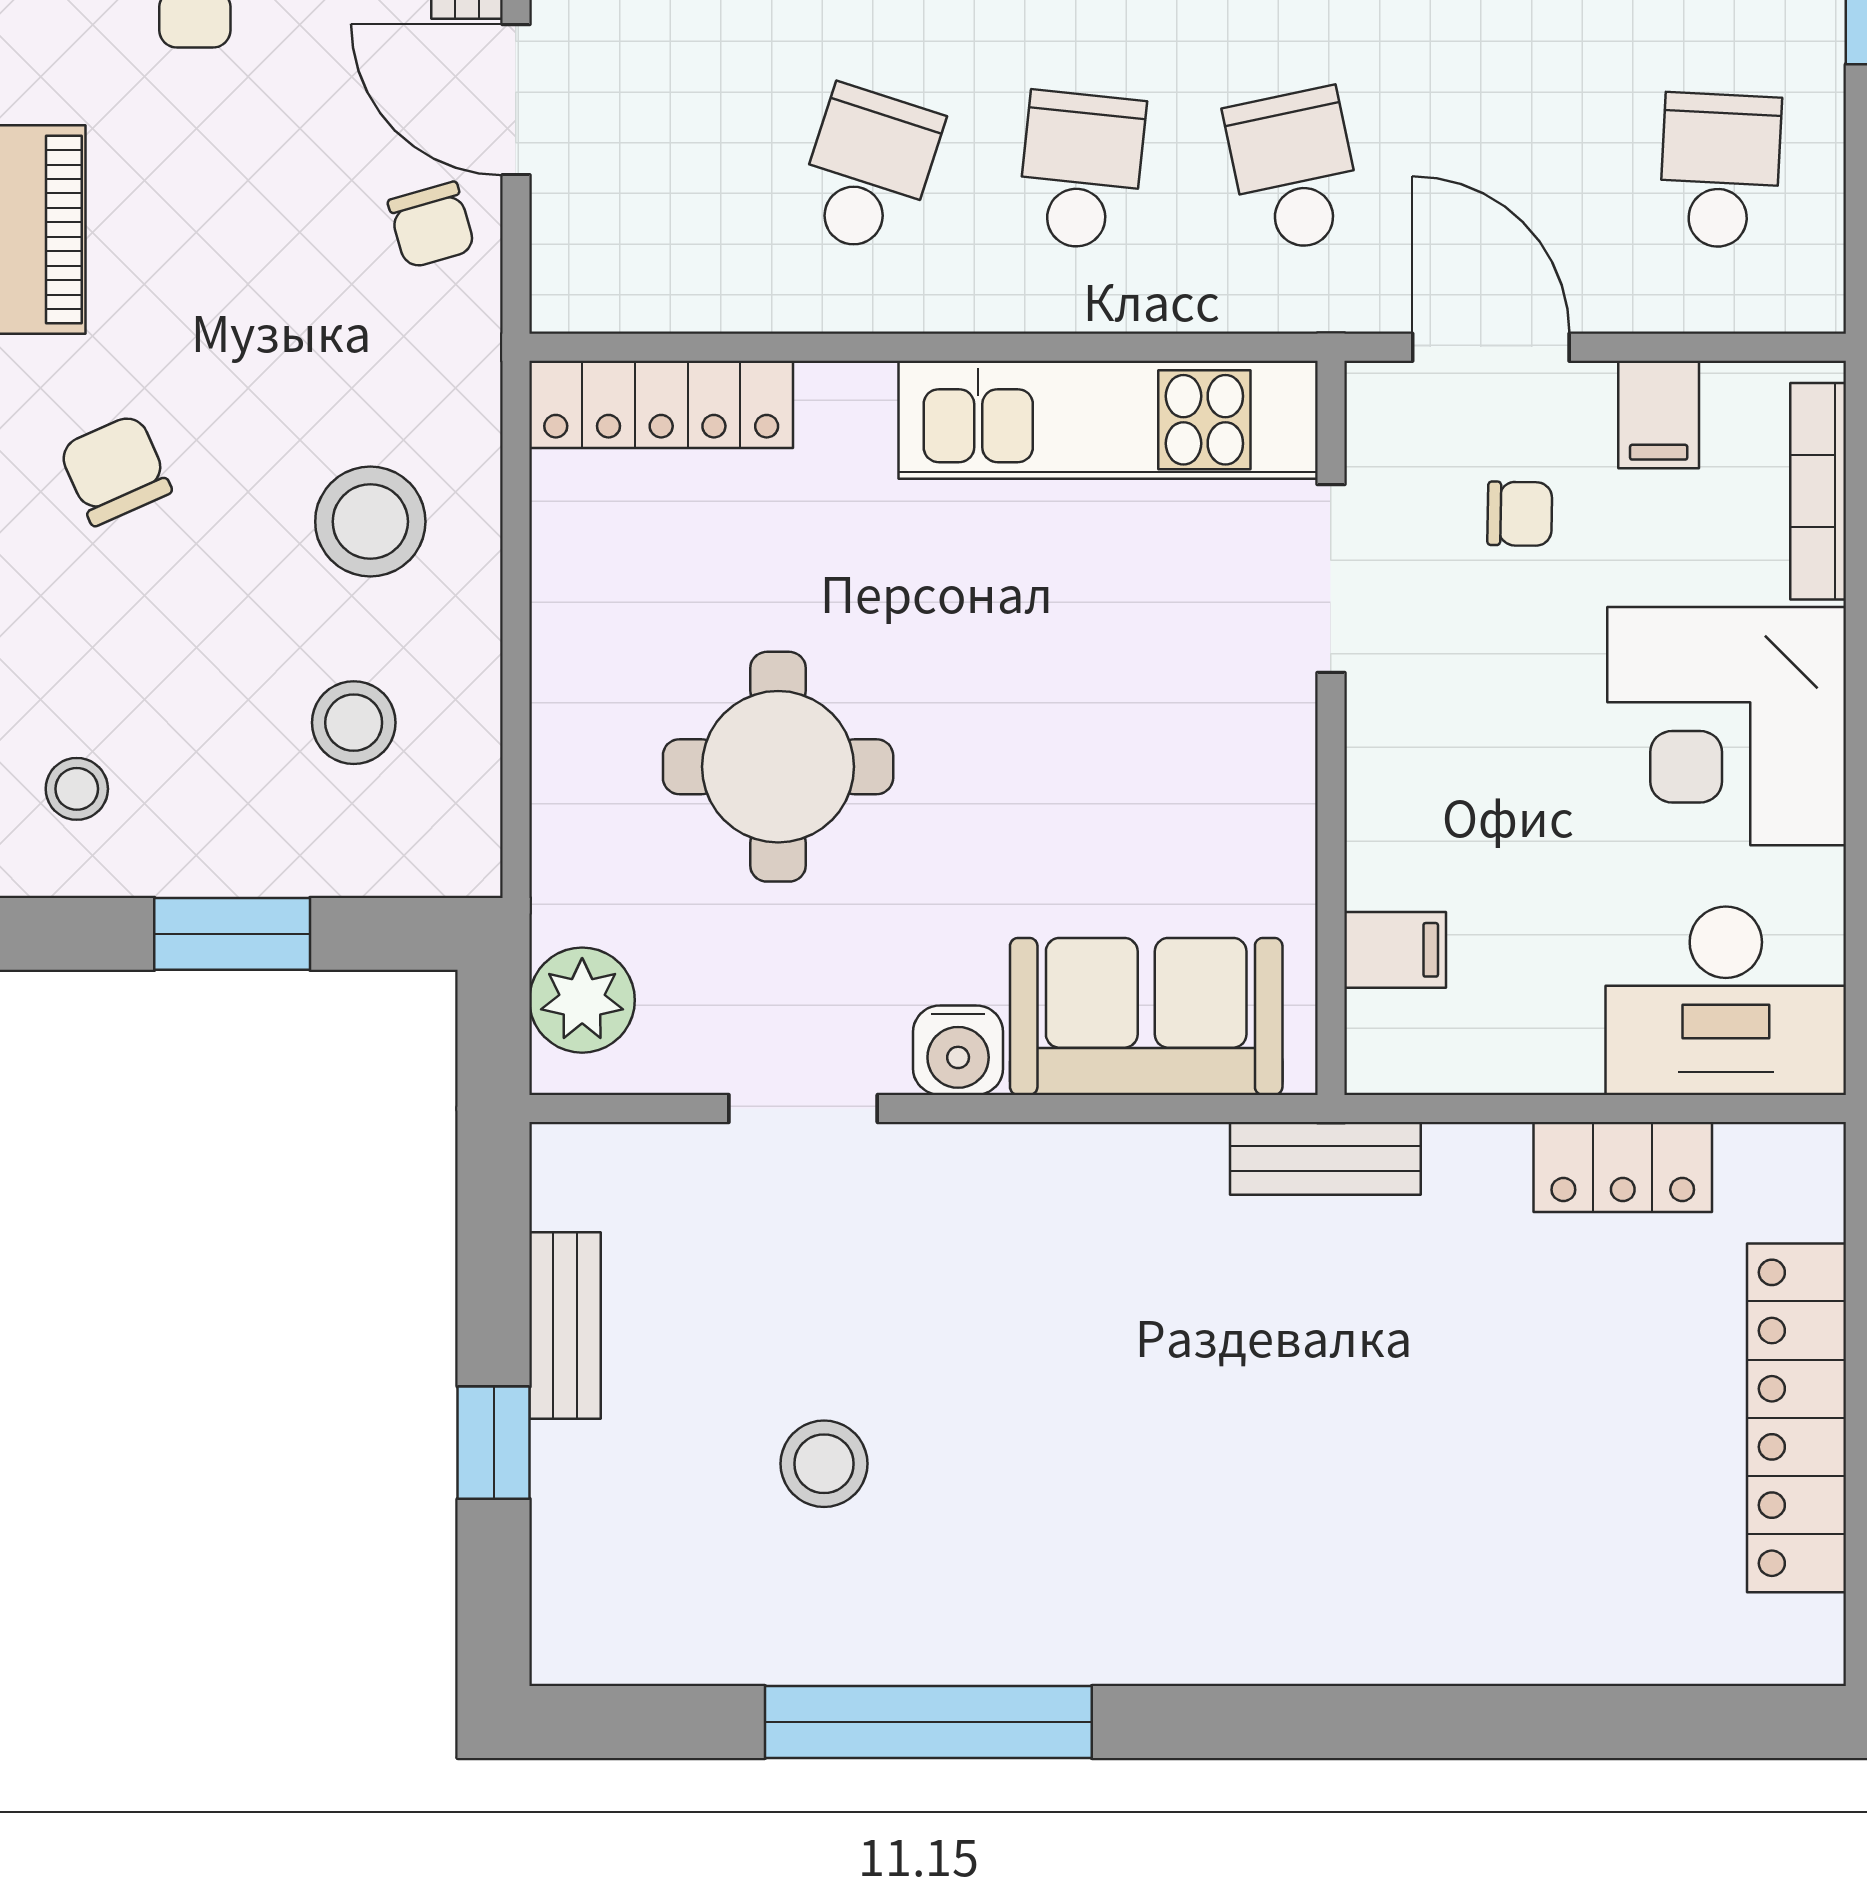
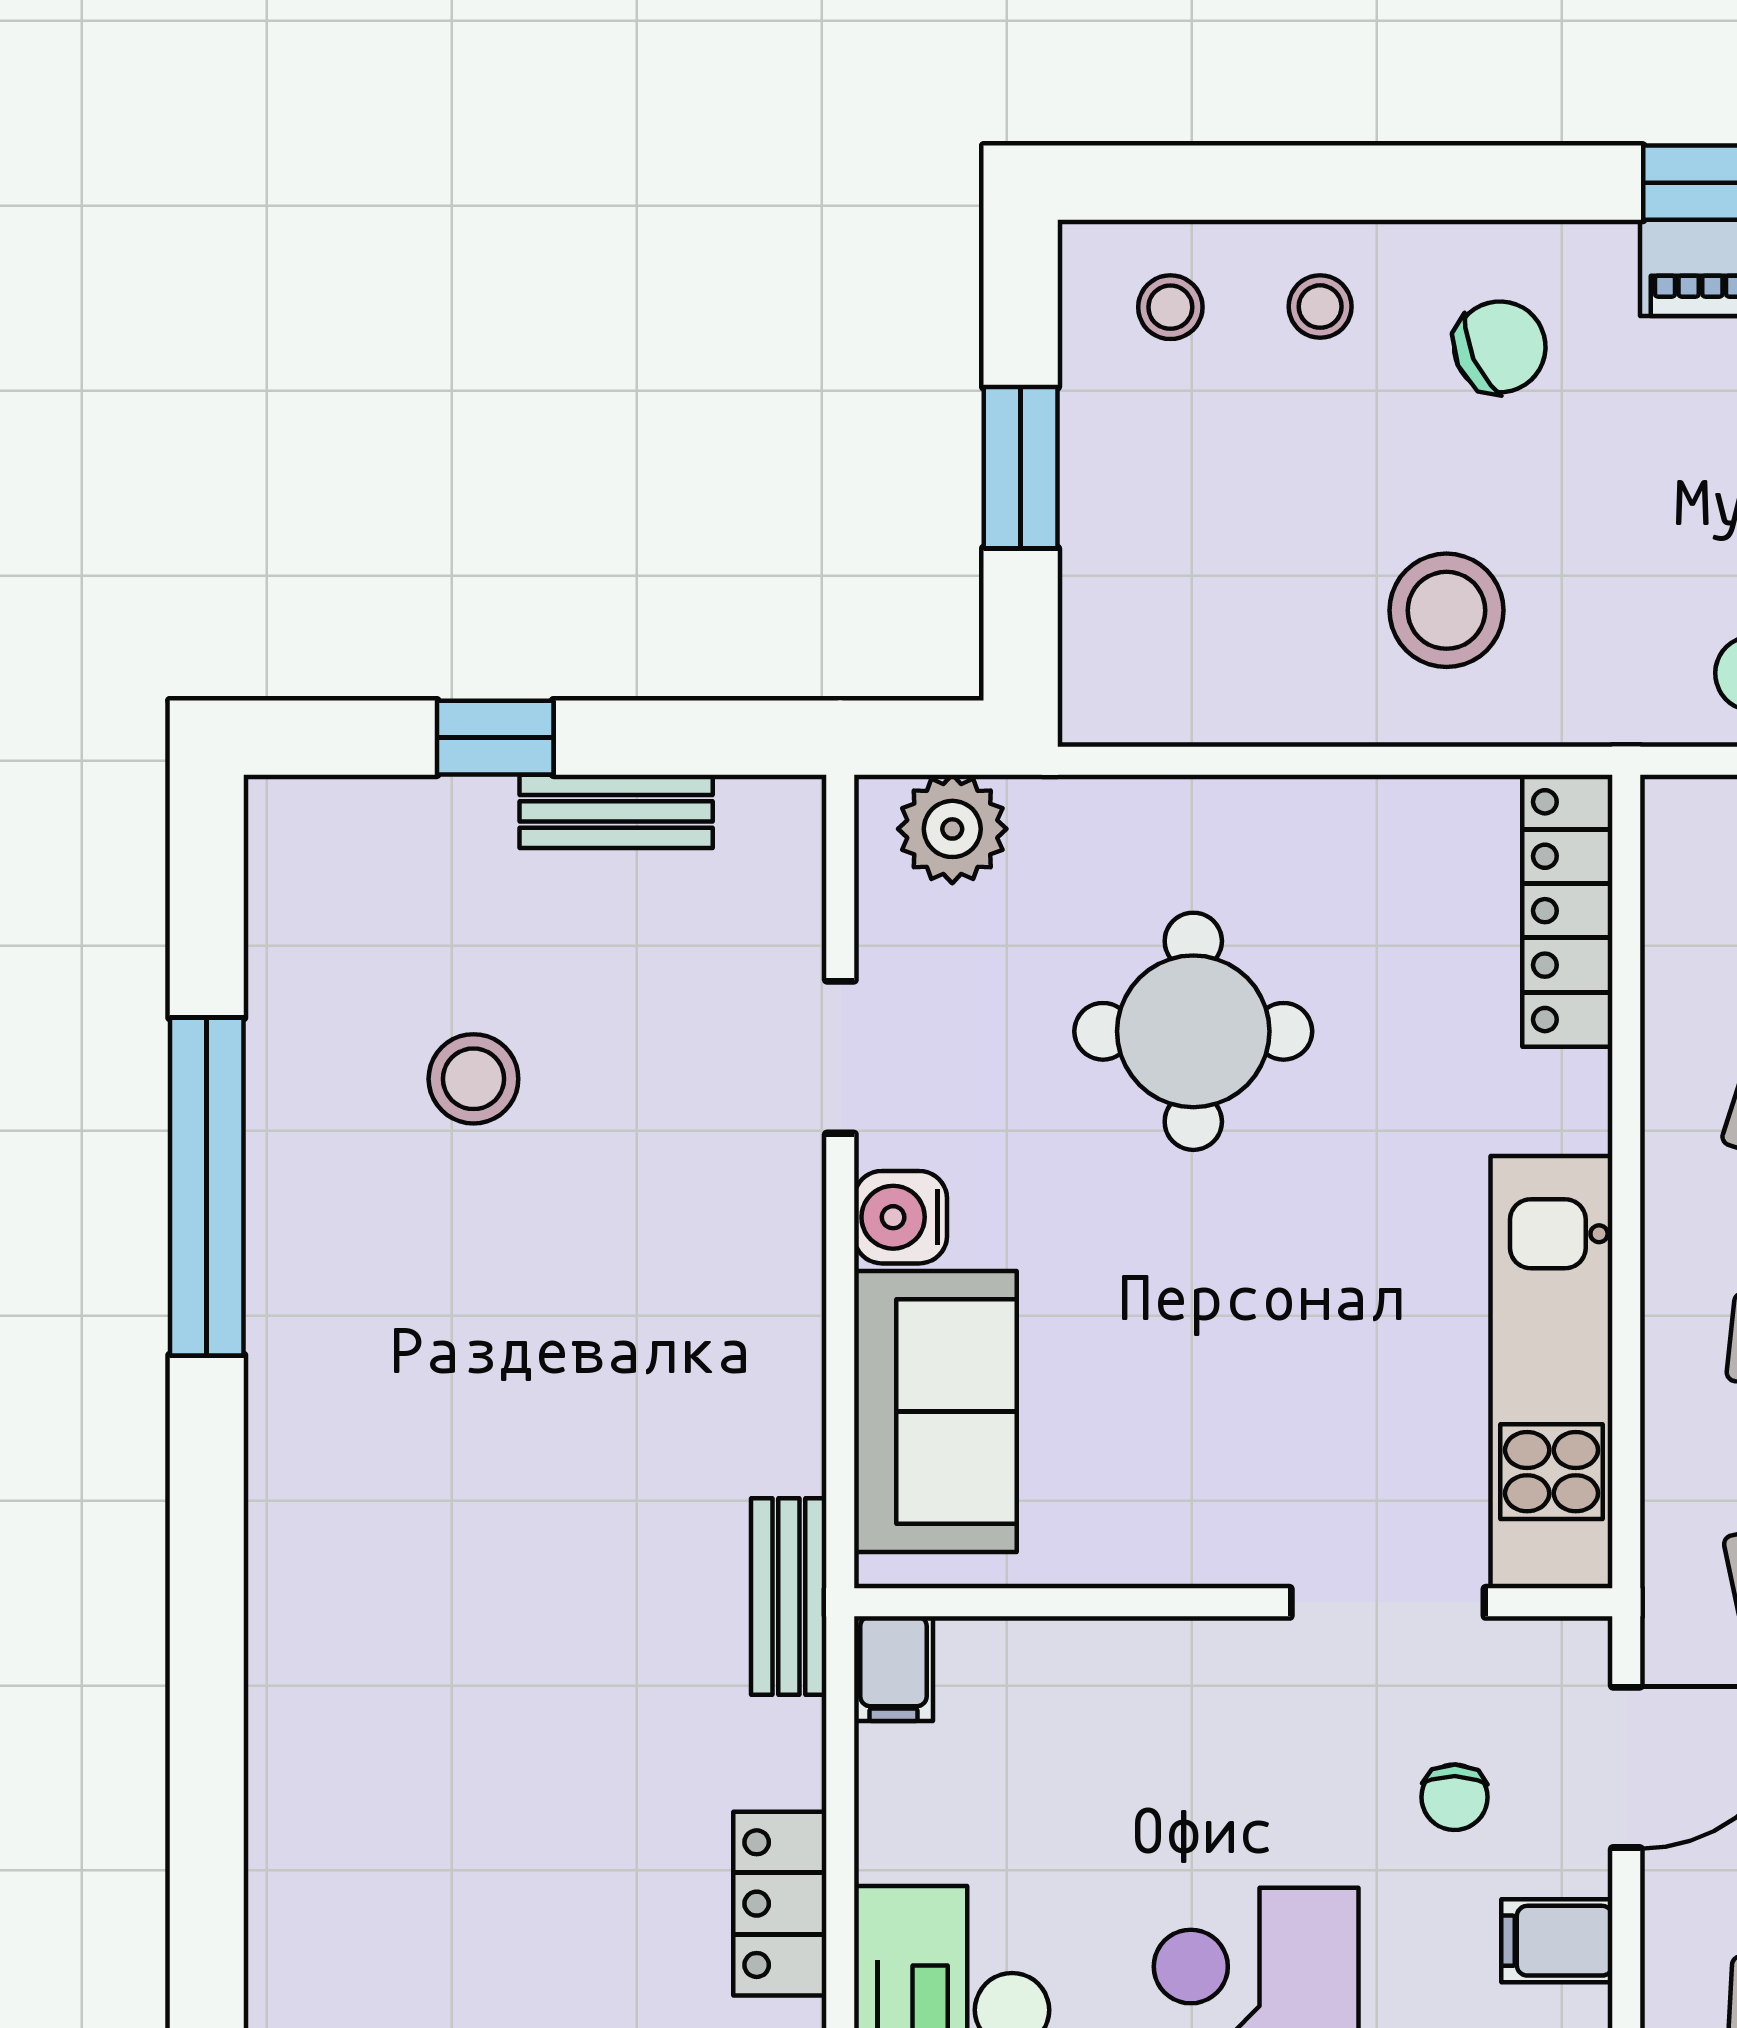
stool: (354, 723) -> (1320, 307), moved, width x0.73, depth x0.73
filing cabinet: (1395, 950) -> (893, 1669), moved

